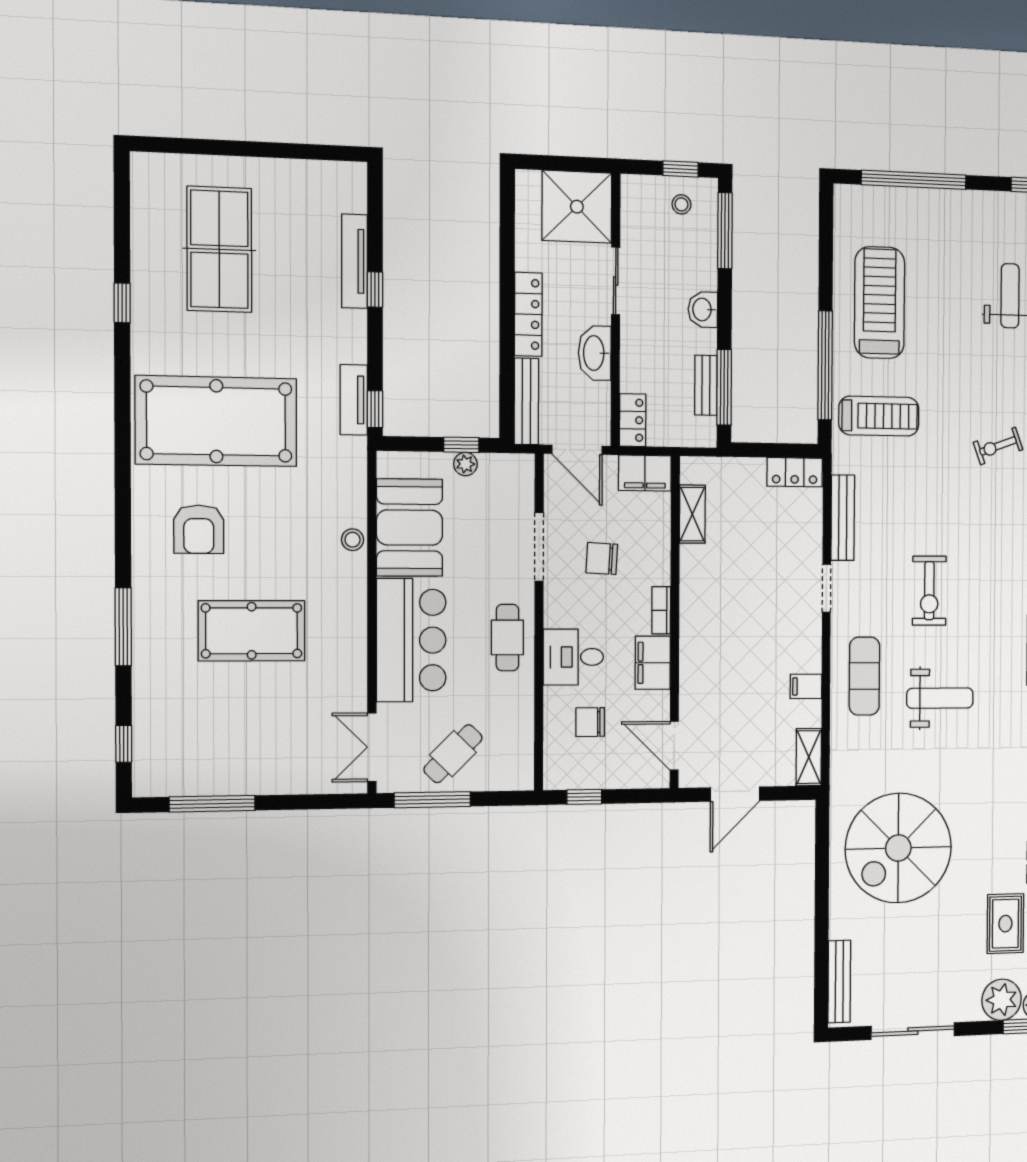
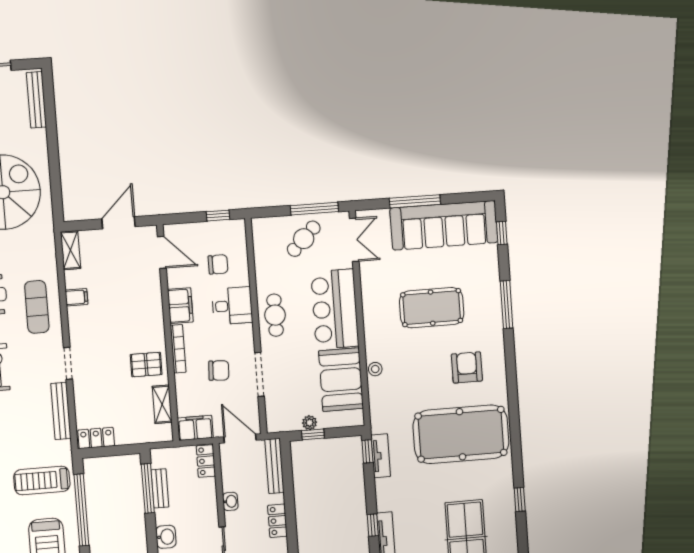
locker: (528, 314) -> (277, 521), width x0.66
washbasin: (595, 353) -> (230, 501), width x0.52, depth x0.69
pallet: (711, 577) -> (146, 365), added
bookcase: (661, 610) -> (178, 349), width x1.56
sofa: (222, 762) -> (444, 225), added
window: (212, 804) -> (415, 201), moved

